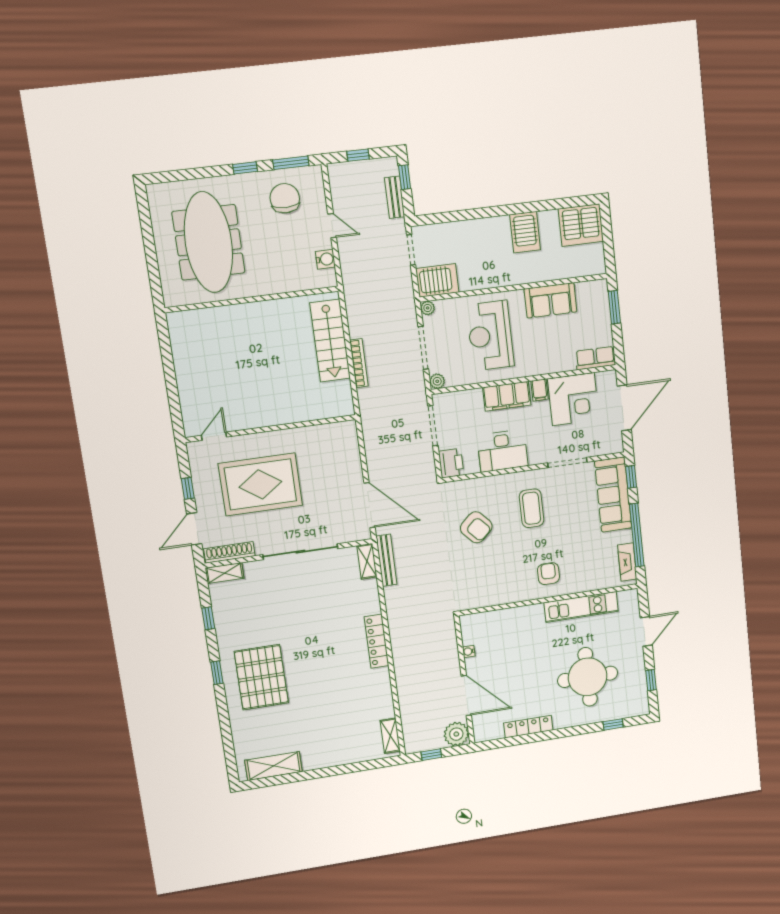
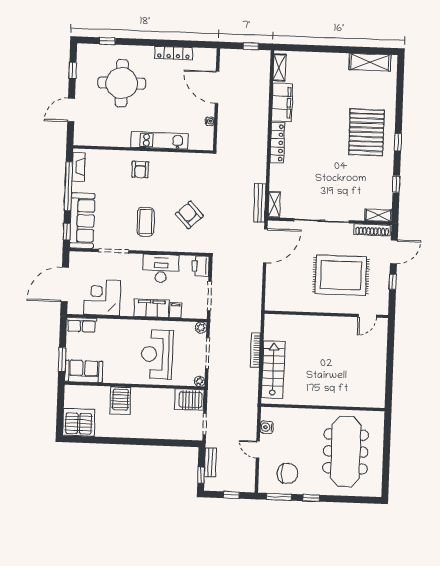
chair: (285, 198) -> (288, 473), turned -90
server rack: (525, 232) -> (120, 401), moved, turned 180
sofa: (550, 300) -> (84, 371), moved
reception desk: (490, 336) -> (157, 354), turned 180
filing cabinet: (540, 390) -> (176, 310), moved
door: (370, 505) -> (265, 246), swing flipped
kitchen unit: (581, 607) -> (160, 140), moved
filing cabinet: (379, 693) -> (282, 102), added
plant: (456, 734) -> (229, 58), removed

